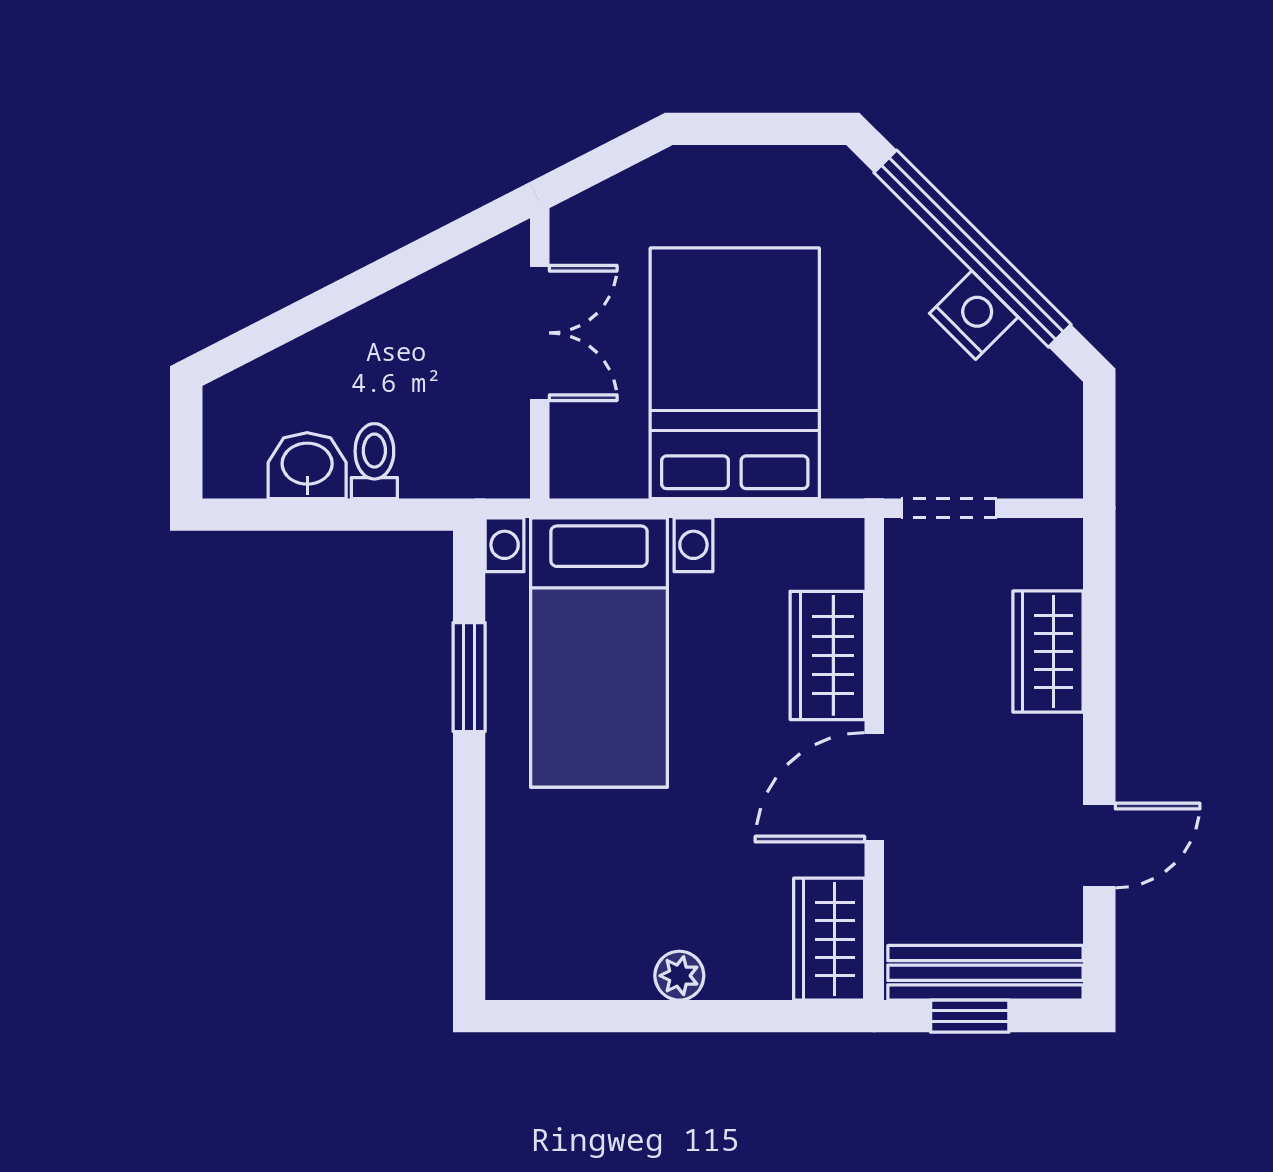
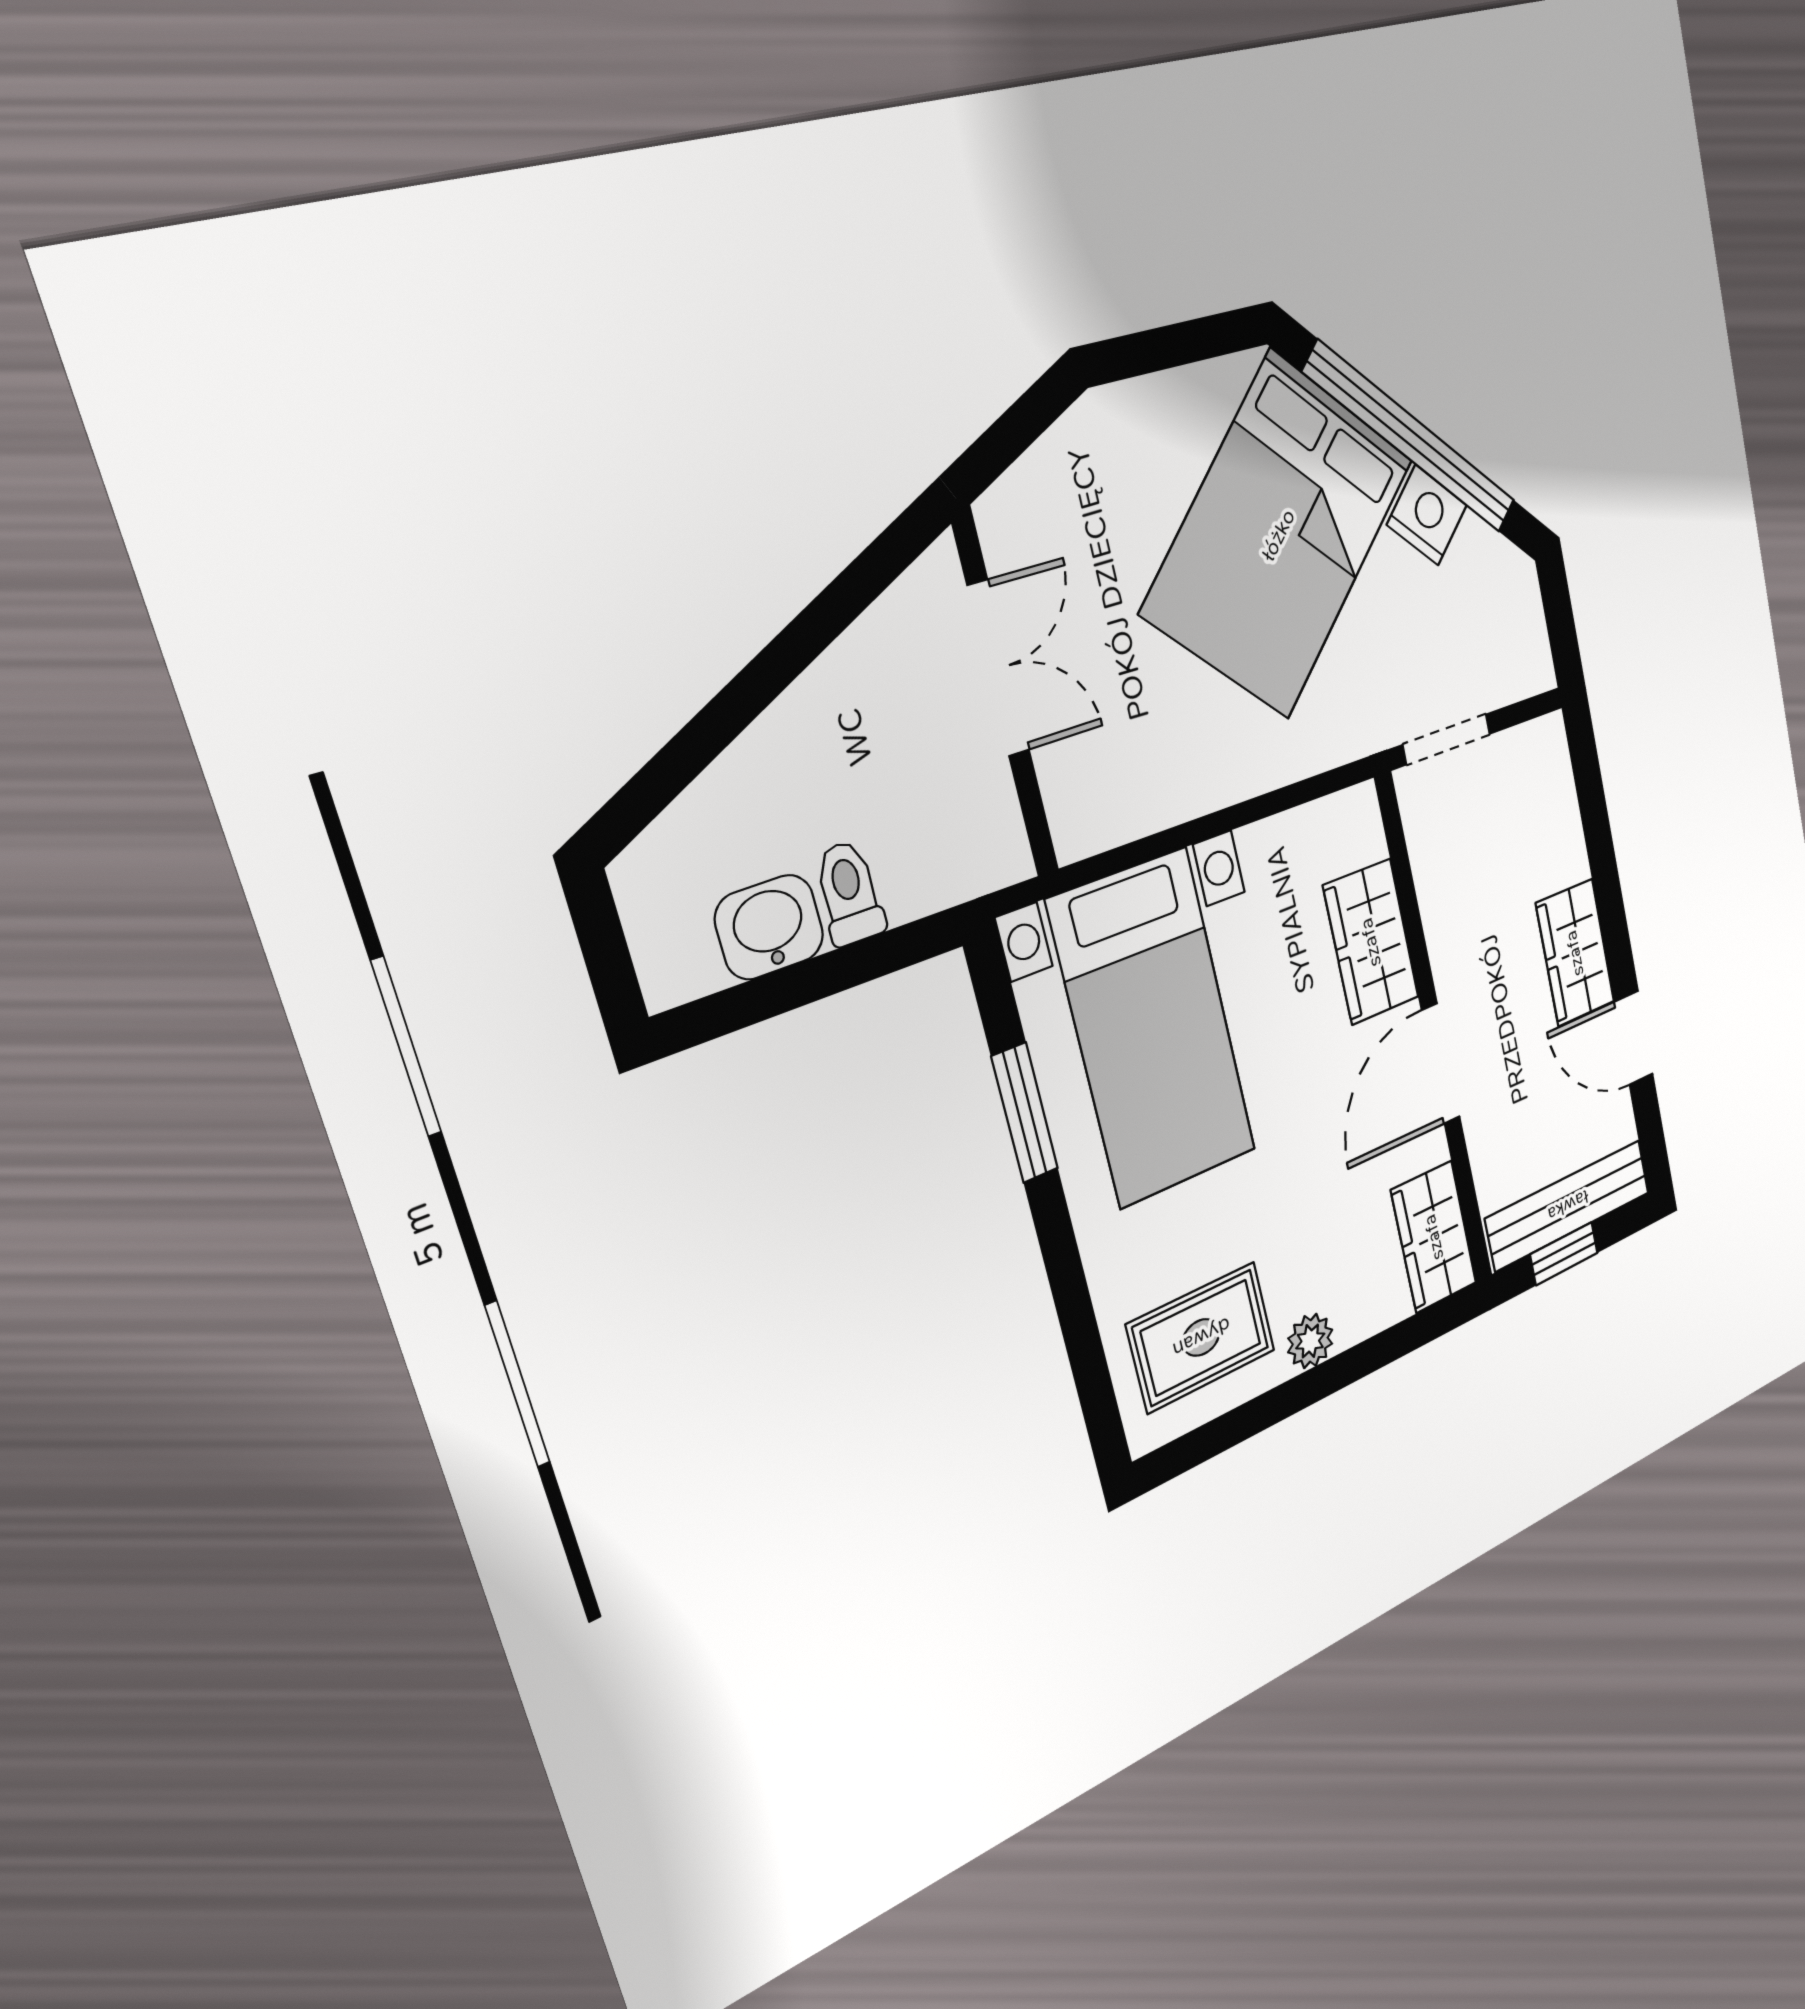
bed: (735, 373) -> (1279, 535), moved, turned -135
wardrobe: (1048, 651) -> (1575, 953), moved
door: (1099, 846) -> (1634, 1038), swing flipped
rug: (576, 925) -> (1201, 1337), added

